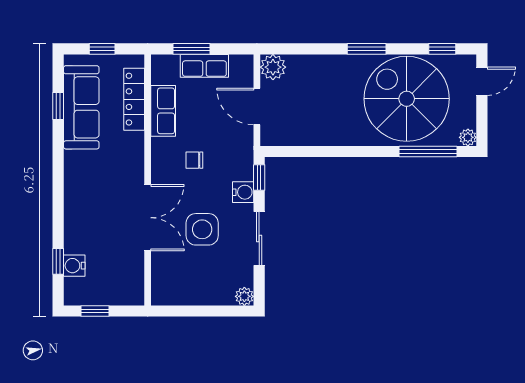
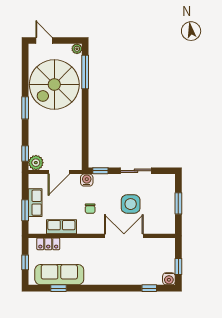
window: (442, 49) -> (25, 154), moved
locker: (134, 99) -> (48, 244), width x0.66
water cooler: (243, 192) -> (87, 180), moved
water cooler: (74, 266) -> (169, 279), moved
plant: (244, 296) -> (170, 179), removed
window: (203, 311) -> (178, 203), added

